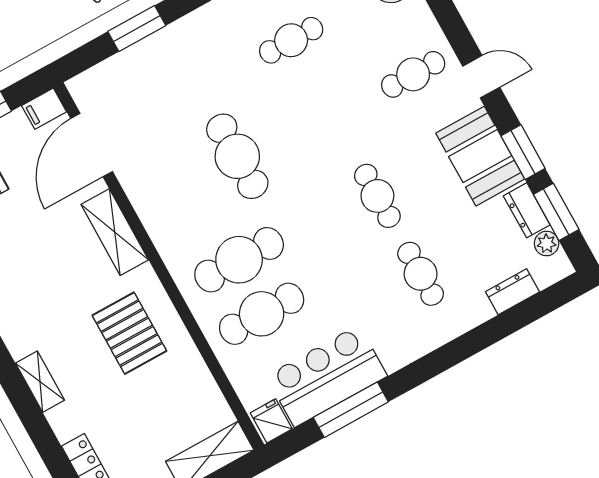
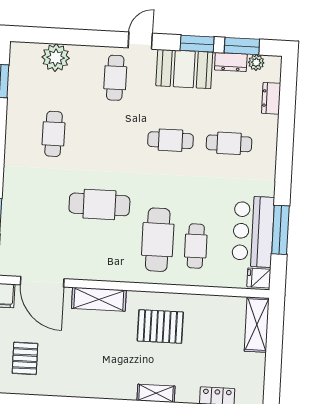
cafe table: (262, 314) -> (196, 246), width x0.73, depth x0.74

